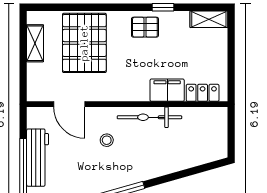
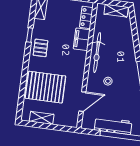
shelving: (219, 138) -> (116, 11), added

